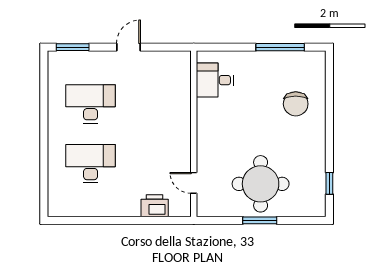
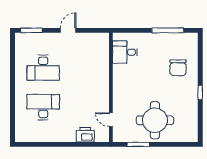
desk: (91, 104) -> (43, 68), turned 180
window: (329, 183) -> (200, 93), moved
window: (260, 220) -> (138, 144), moved

